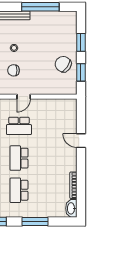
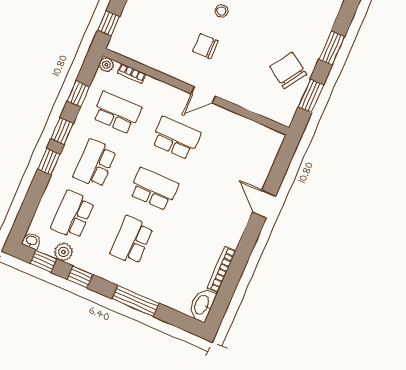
school desk: (19, 126) -> (176, 138), turned 180
school desk: (19, 158) -> (154, 189), turned 90

